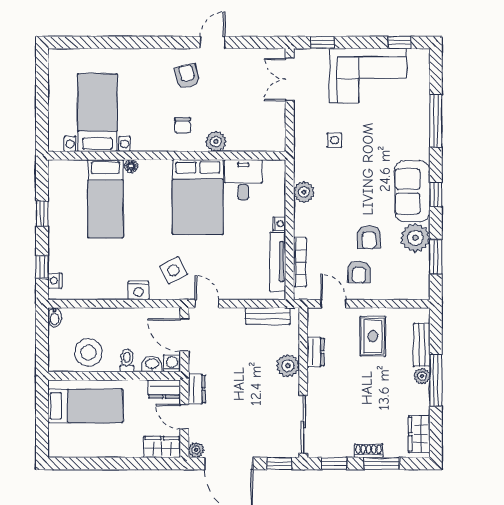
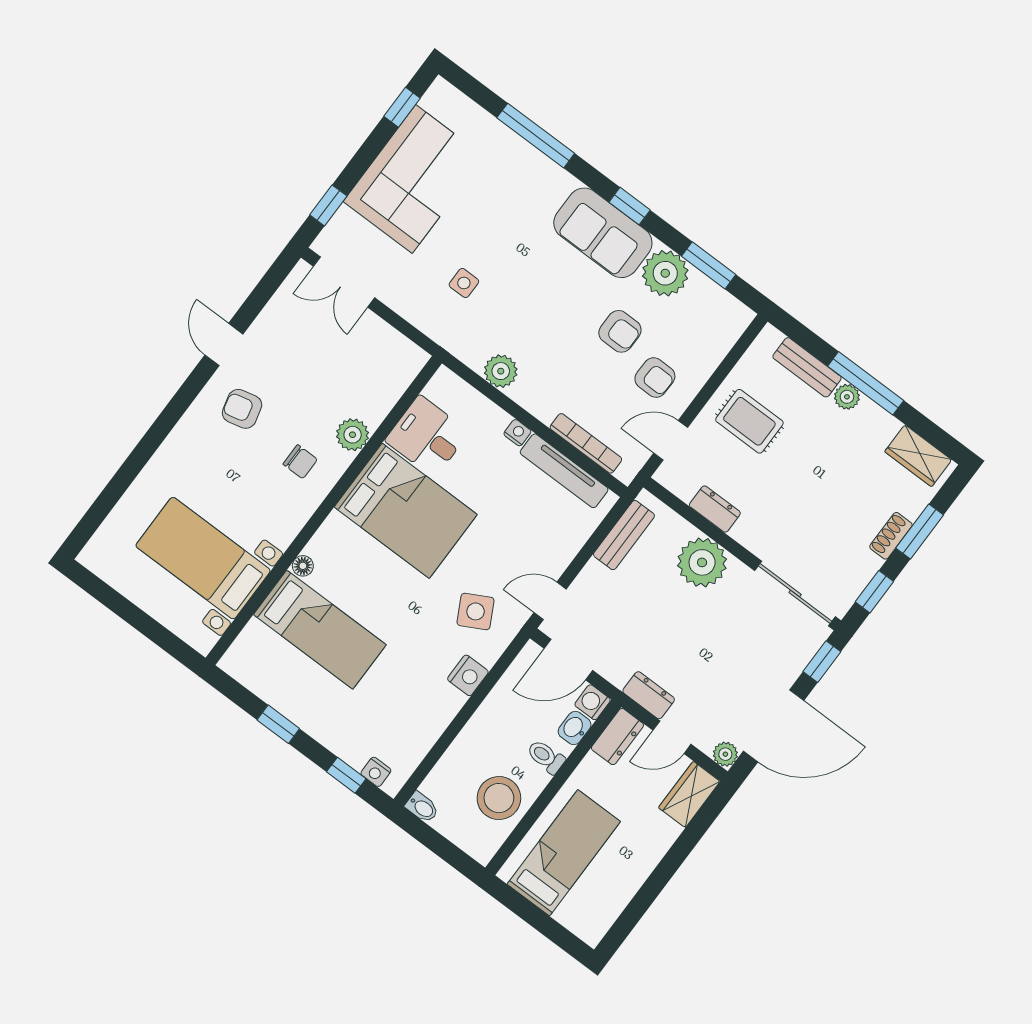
plant: (288, 366) -> (702, 562), width x1.36, depth x1.36

